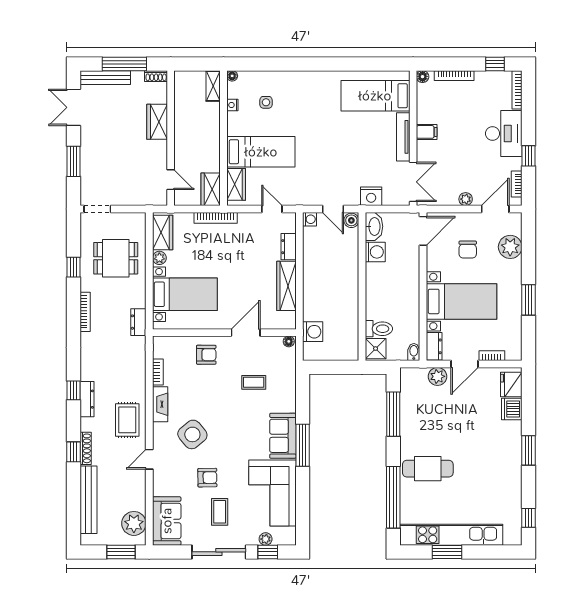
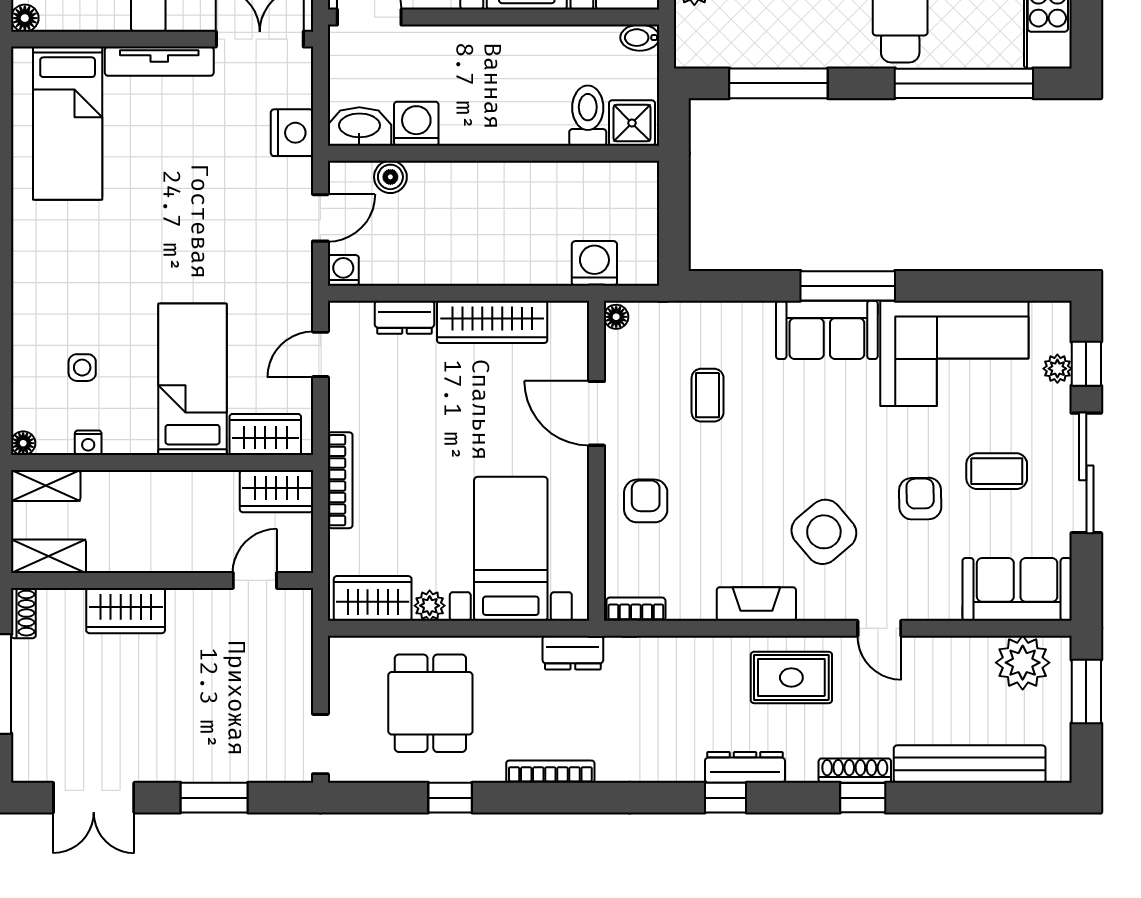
bench: (105, 78) -> (27, 727), removed
shelving: (182, 87) -> (49, 556), added
boiler: (351, 220) -> (390, 177), moved
bookcase: (158, 372) -> (636, 609), moved

